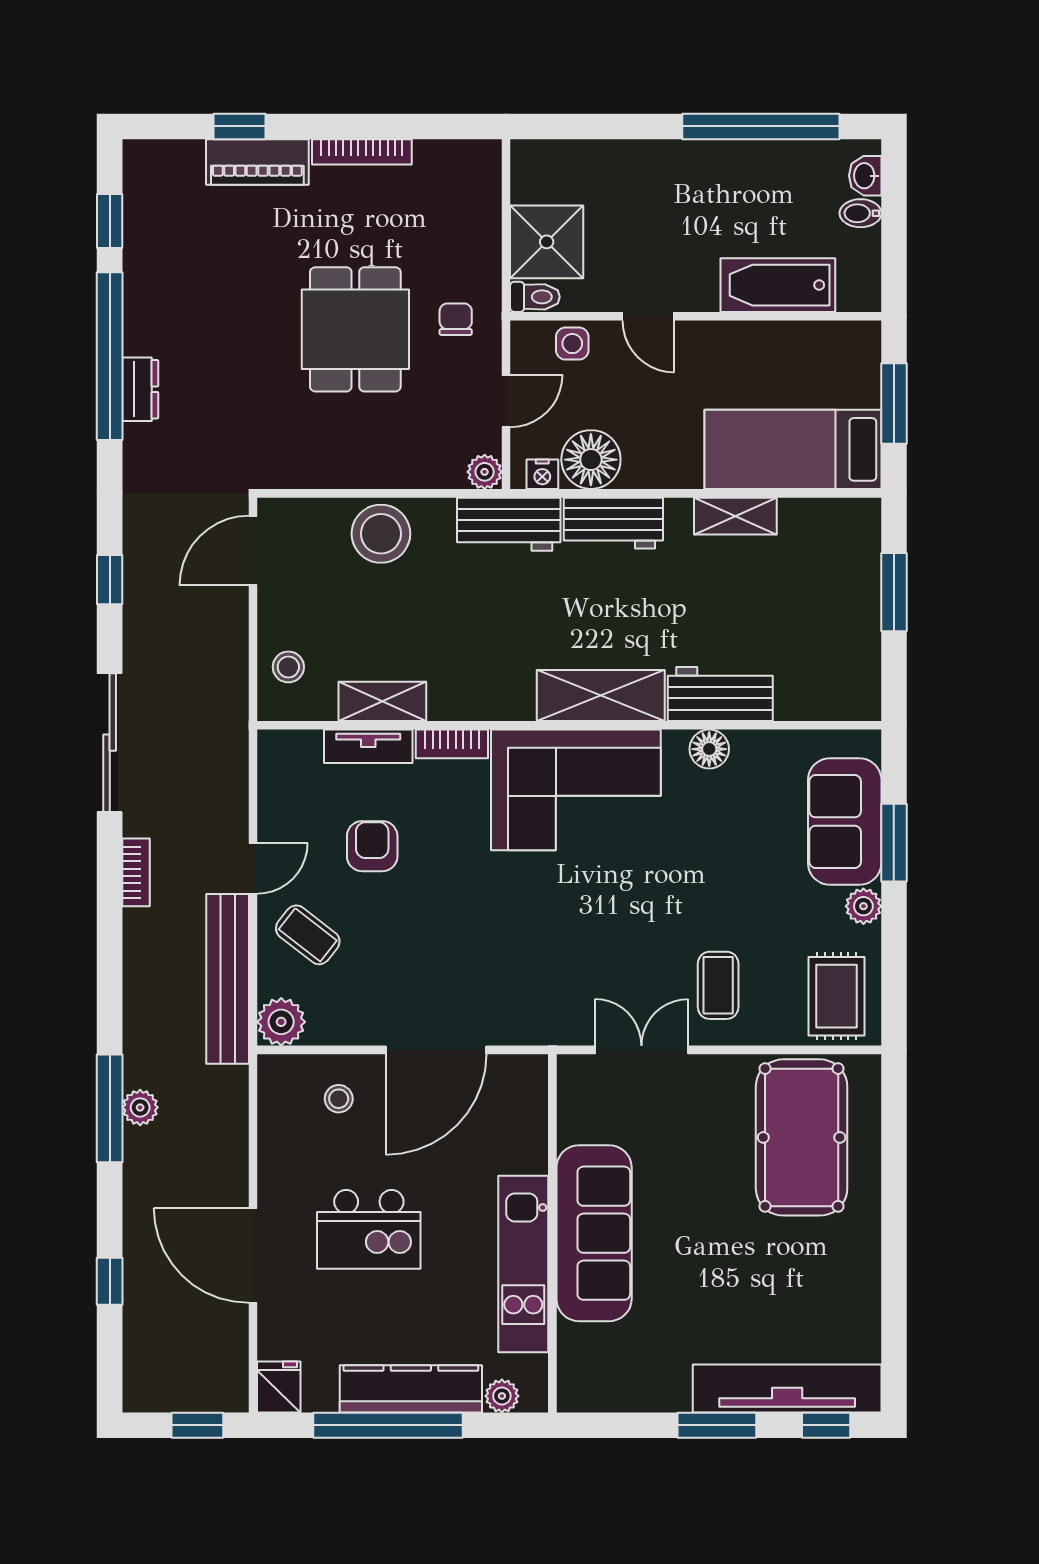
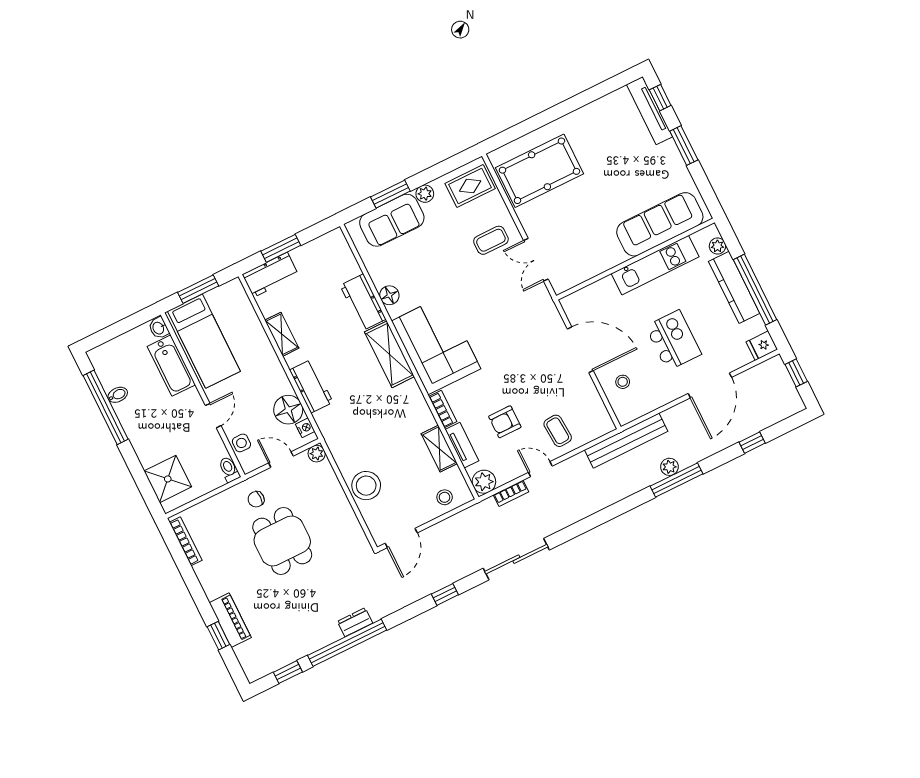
bookcase: (362, 152) -> (186, 541), moved
washbasin: (865, 176) -> (159, 328), moved, turned 90
bidet: (861, 213) -> (118, 395), moved, turned -90
shower: (547, 242) -> (168, 479), moved
dining table: (355, 329) -> (282, 541), turned 90
bed: (793, 449) -> (204, 341), moved
workbench: (509, 524) -> (270, 275), moved, turned 90
door: (253, 550) -> (401, 538), hinge flipped
bookcase: (136, 872) -> (511, 493), moved, turned 180
coffee table: (308, 935) -> (558, 431), turned -42
bench: (228, 979) -> (626, 441), moved
plant: (281, 1022) -> (484, 482), moved
sofa: (594, 1233) -> (660, 224), moved
tv unit: (787, 1389) -> (649, 111), width x0.73, depth x0.78

